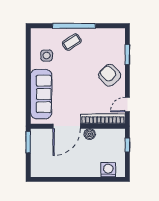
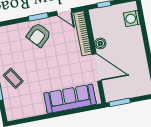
window: (127, 55) -> (38, 17), moved
side table: (47, 56) -> (31, 101), removed

